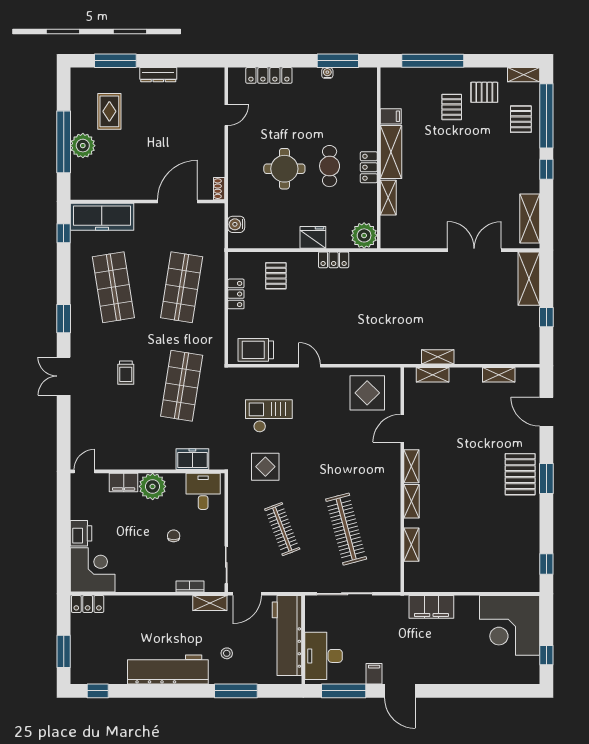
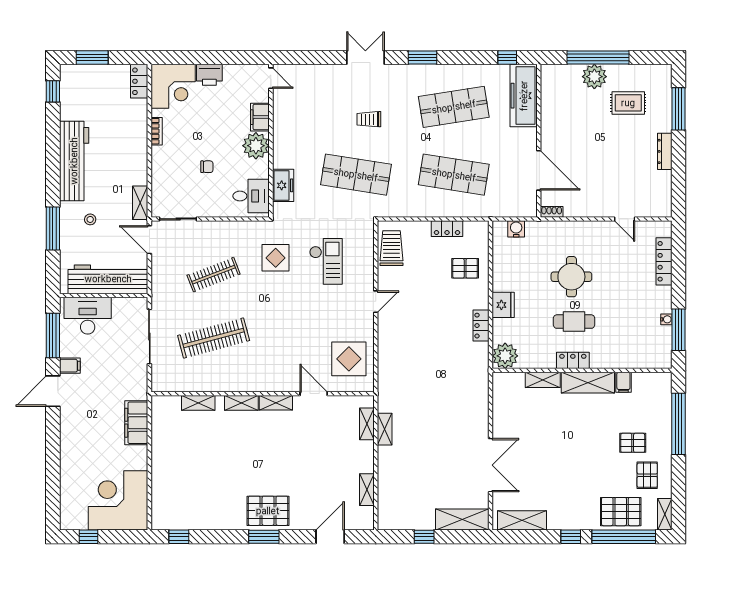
pallet: (521, 119) -> (621, 512), width x1.50, depth x1.42
bookcase: (190, 586) -> (157, 131), moved

